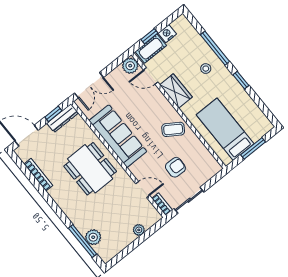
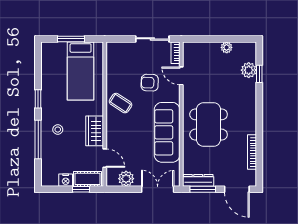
plant: (130, 66) -> (126, 179), moved
window: (53, 114) -> (203, 189), width x1.50
armchair: (175, 167) -> (150, 83), moved
plant: (139, 230) -> (227, 47), moved
window: (83, 241) -> (259, 74), width x0.46

